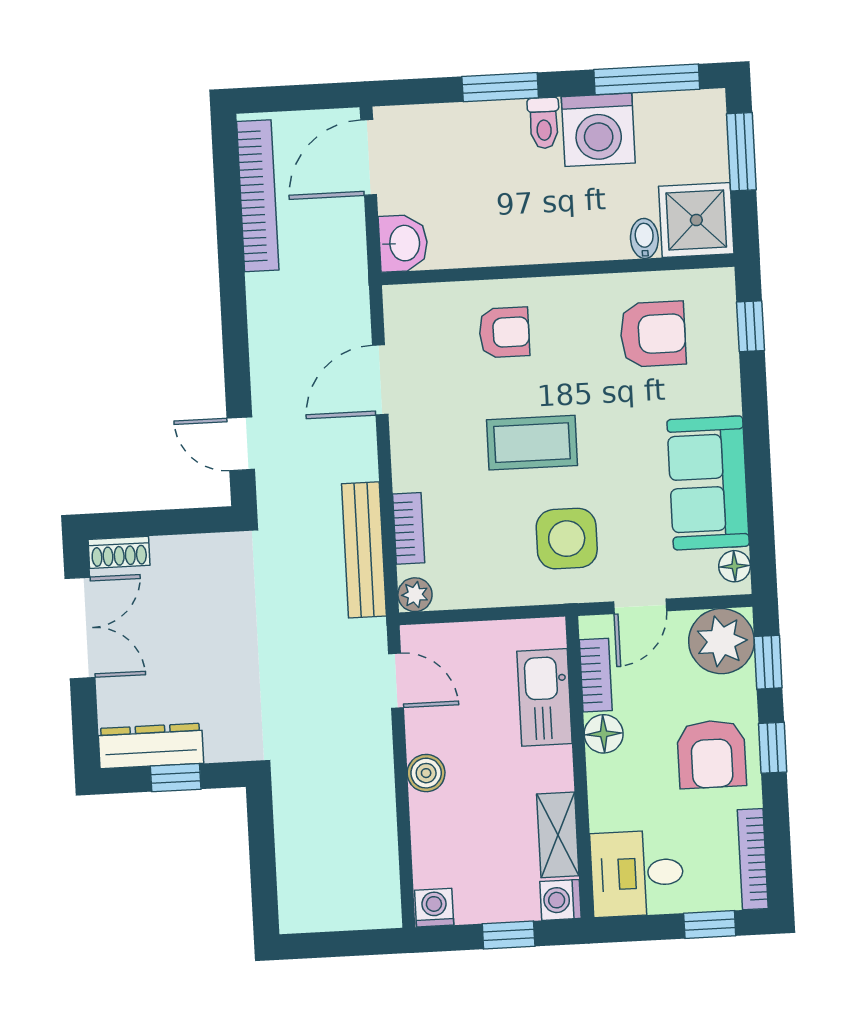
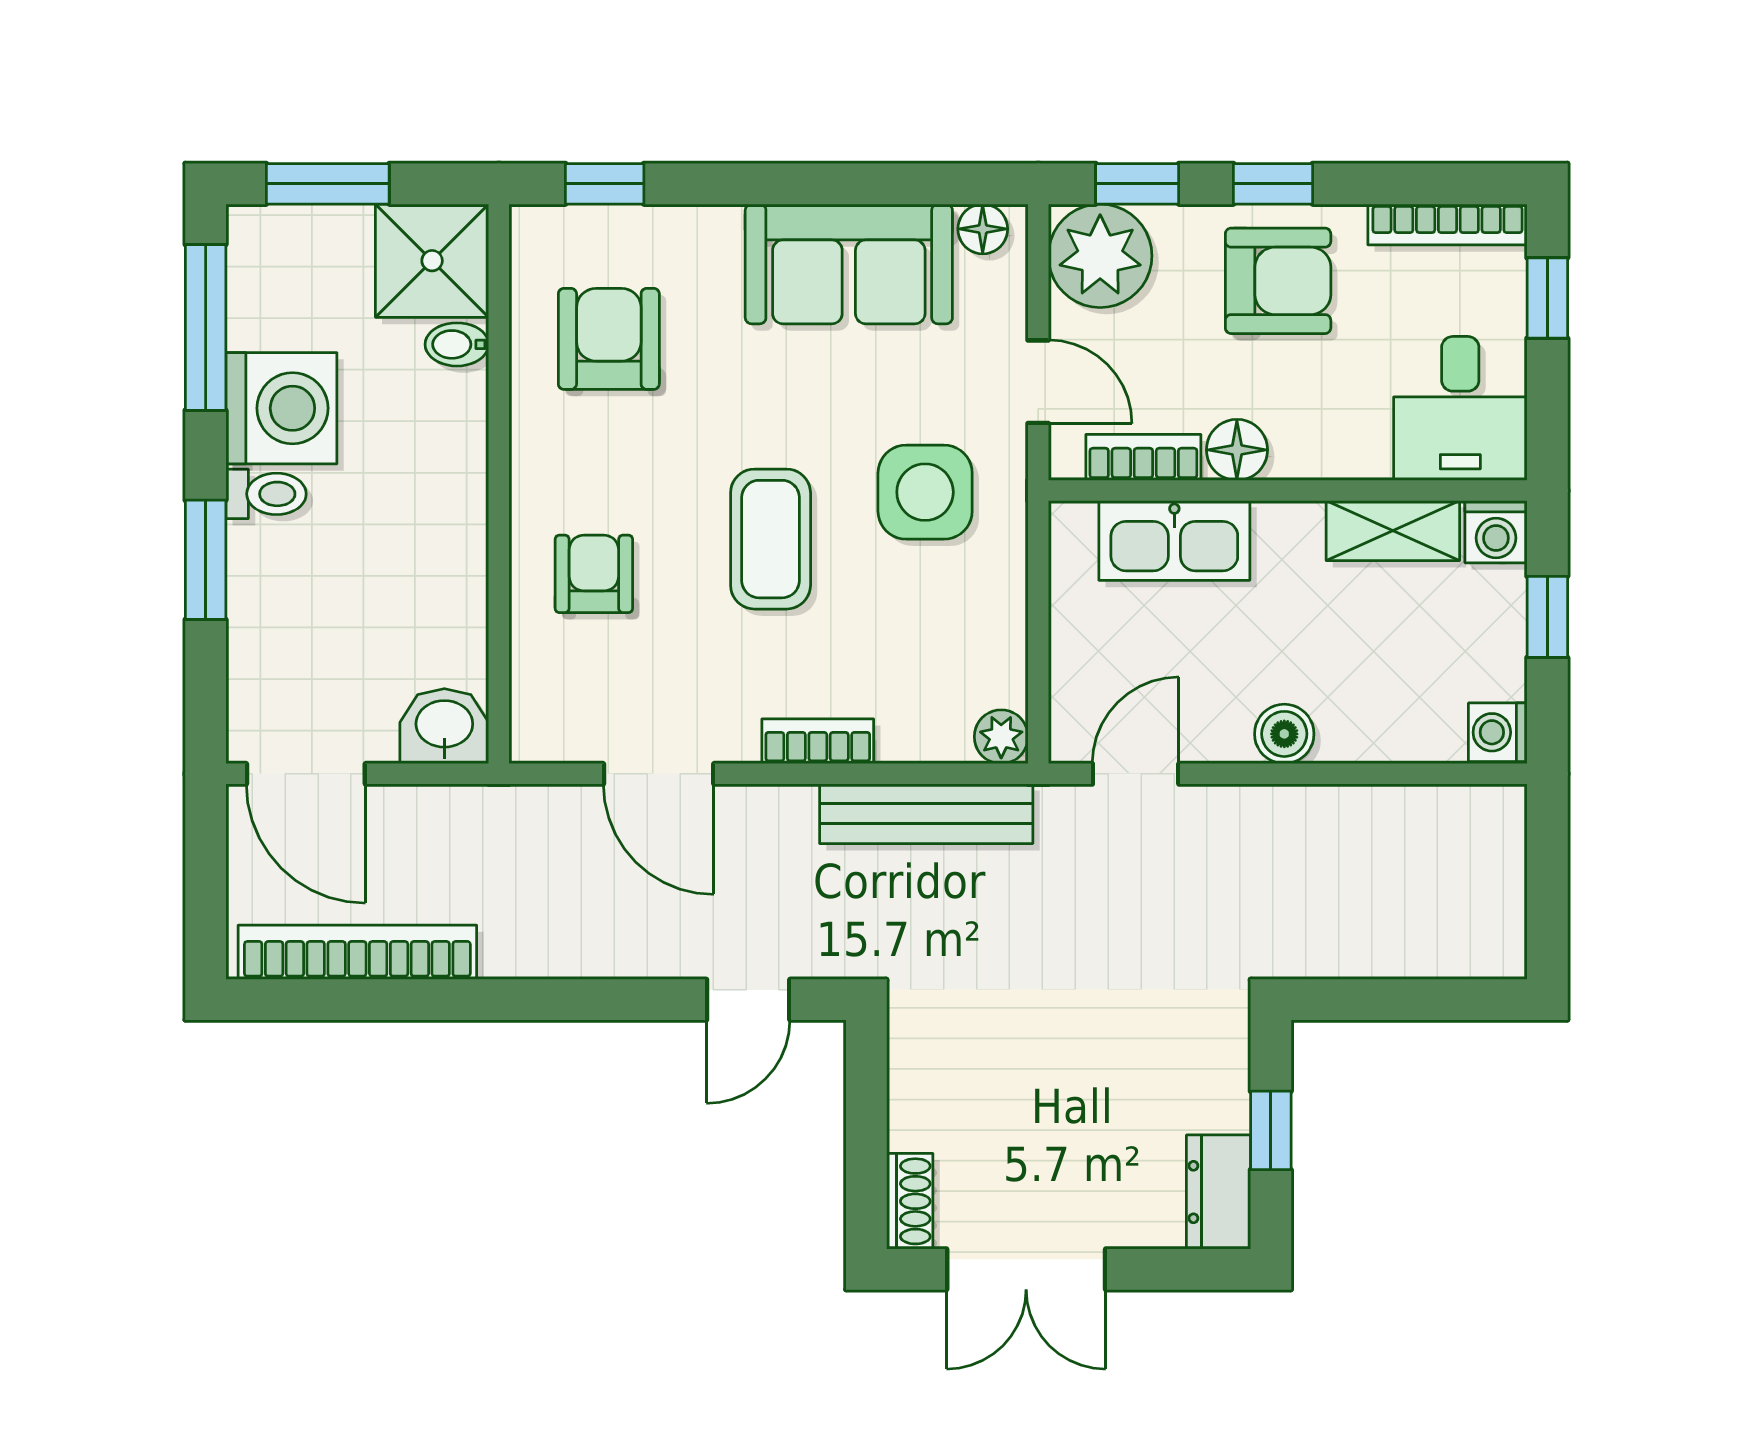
bookcase: (409, 528) -> (818, 741), moved
double door: (80, 628) -> (1026, 1269), swing flipped
dresser: (151, 746) -> (1219, 1192), width x0.70

